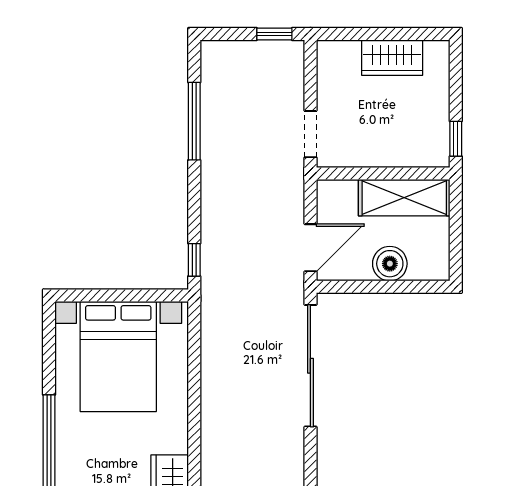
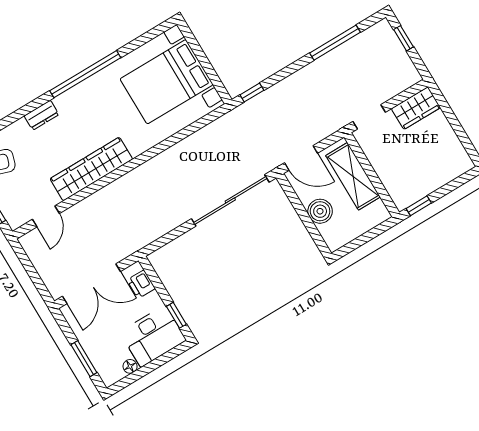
window: (274, 34) -> (404, 38), moved
wardrobe: (392, 58) -> (416, 108), moved, turned -90
shelving: (404, 198) -> (353, 176), moved

